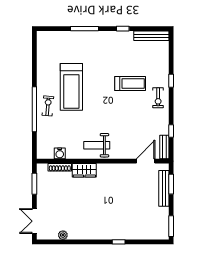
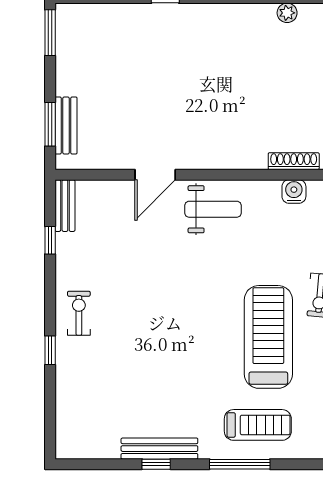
bench: (151, 36) -> (159, 449), moved
treadmill: (130, 83) -> (258, 425), moved, turned 180
door: (146, 161) -> (155, 175), moved
wardrobe: (84, 170) -> (240, 155), removed
bench: (164, 188) -> (66, 126), width x0.73

